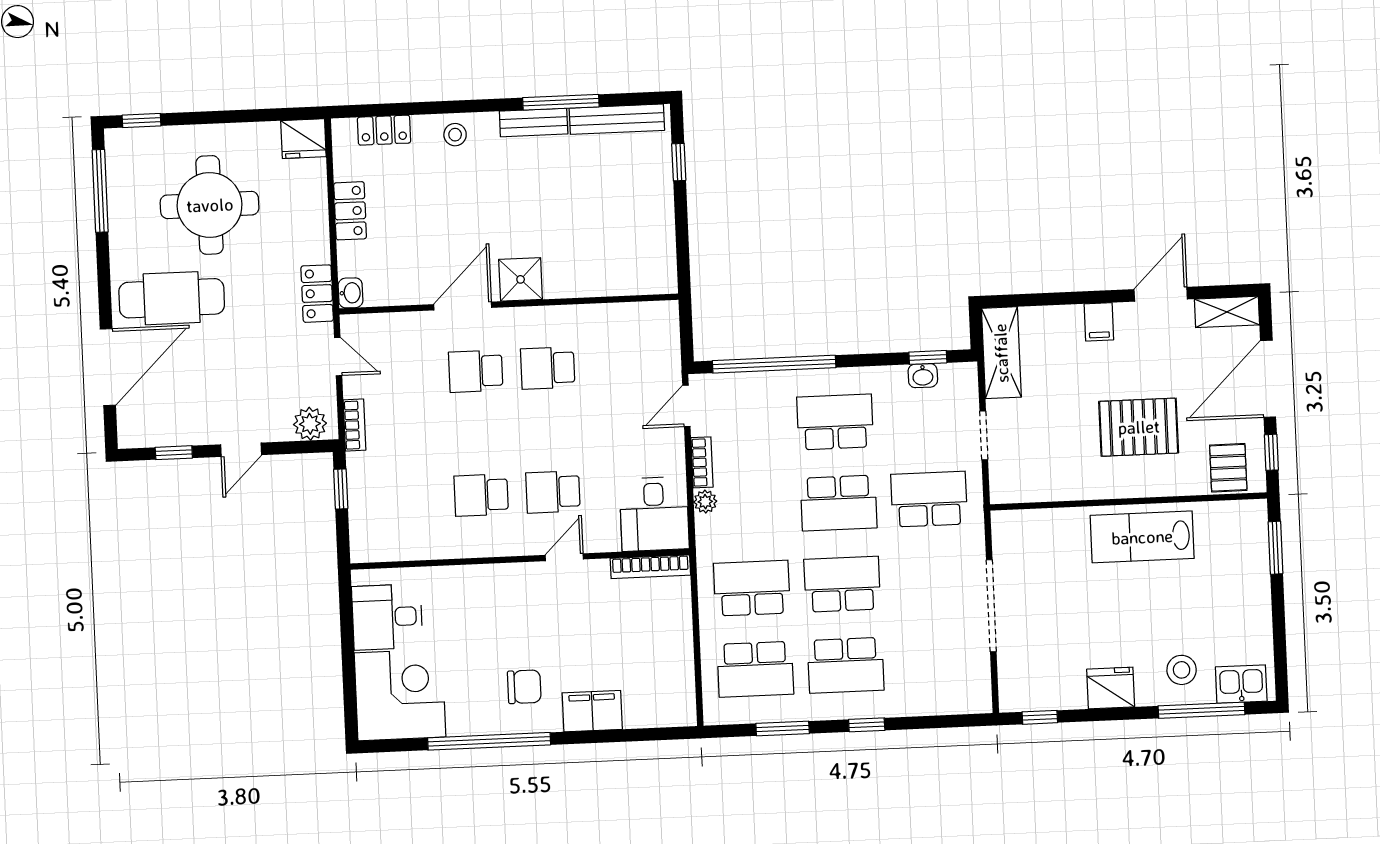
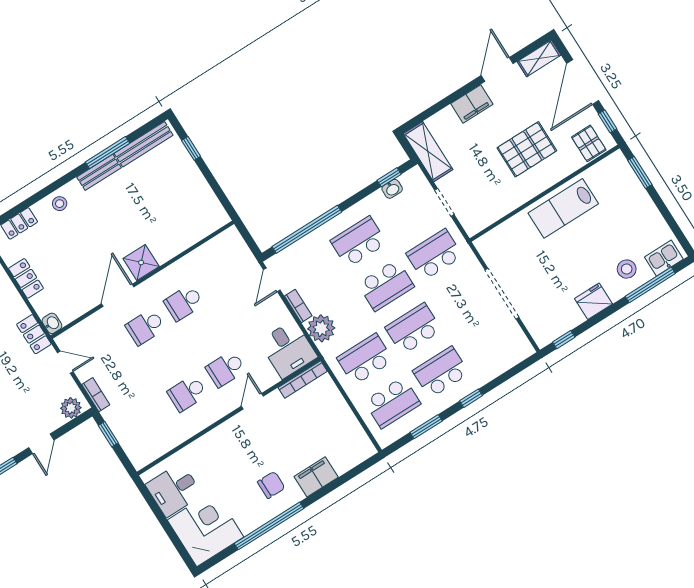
filing cabinet: (1099, 322) -> (472, 104), width x2.00
plant: (705, 502) -> (321, 328), width x1.88, depth x1.88
school desk: (846, 665) -> (441, 372), turned 180

